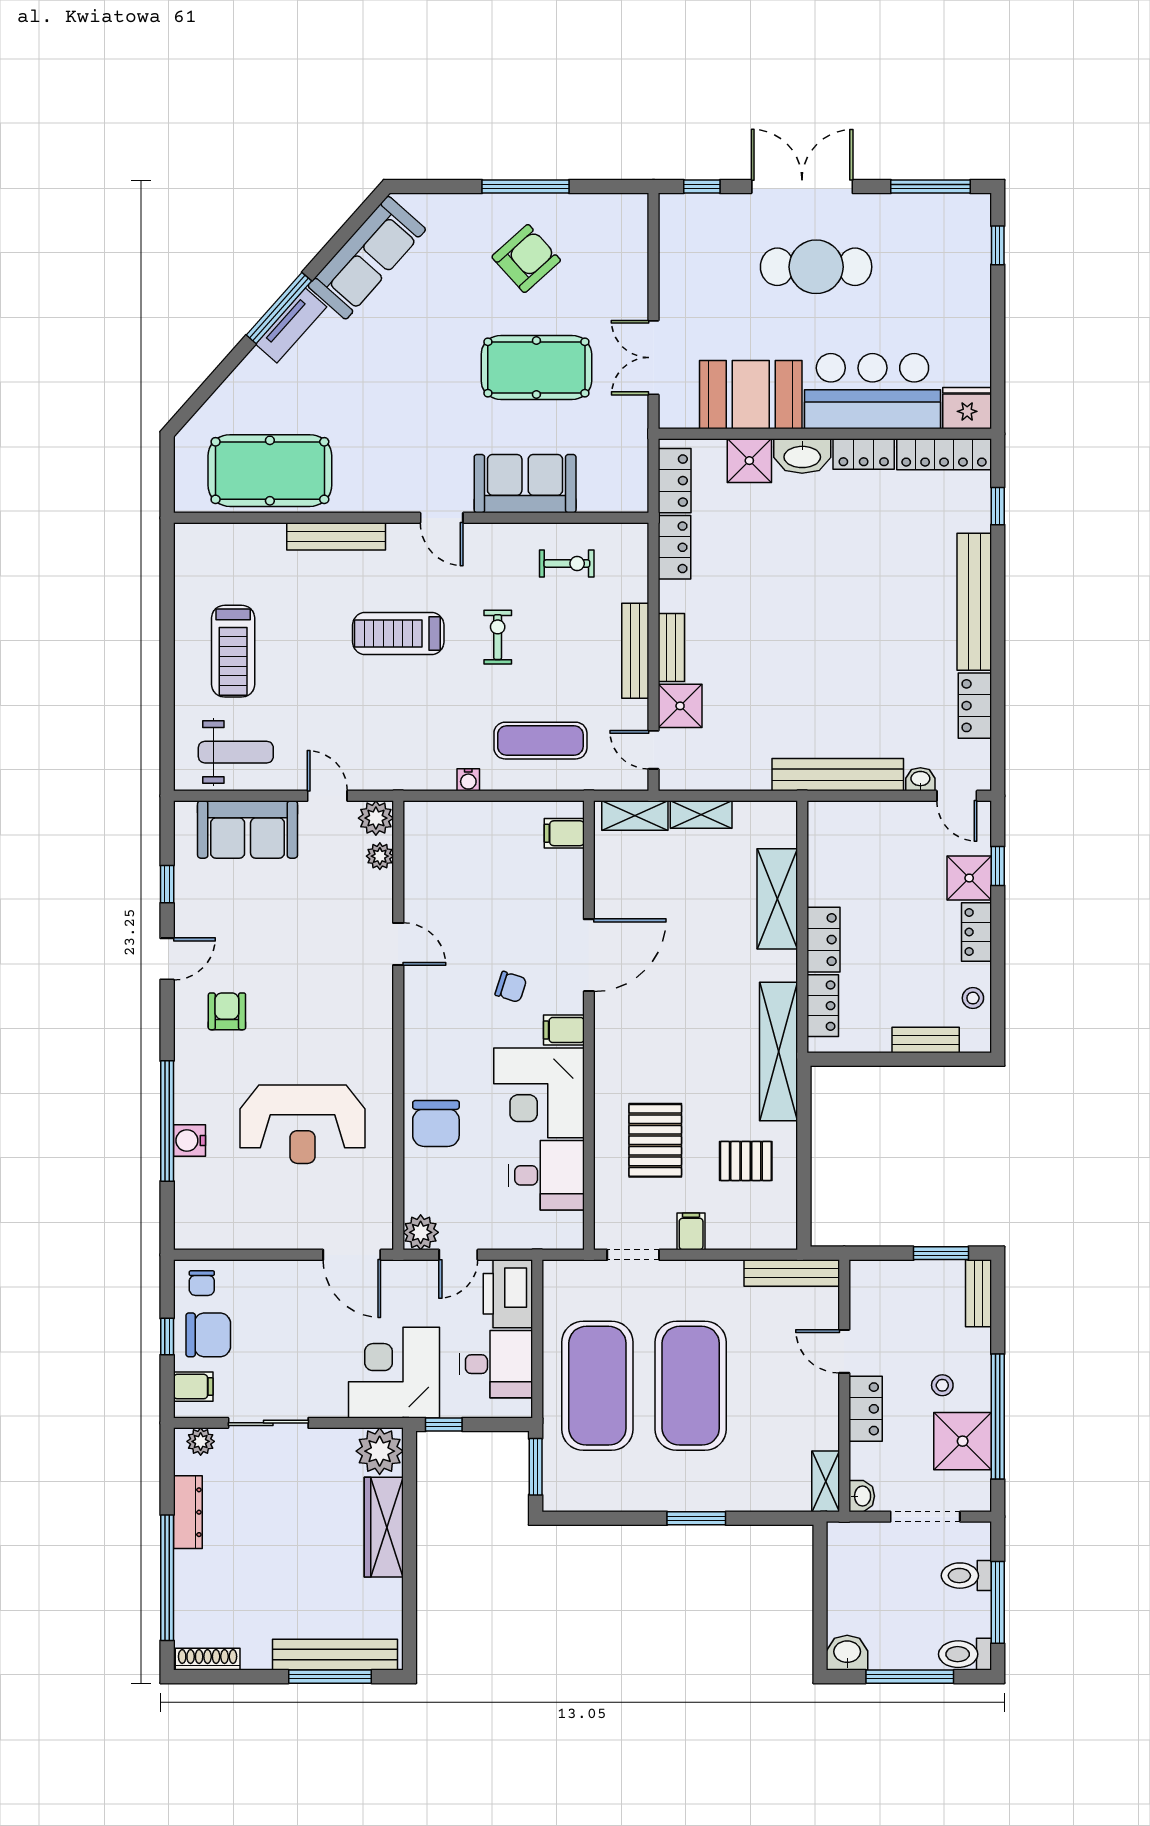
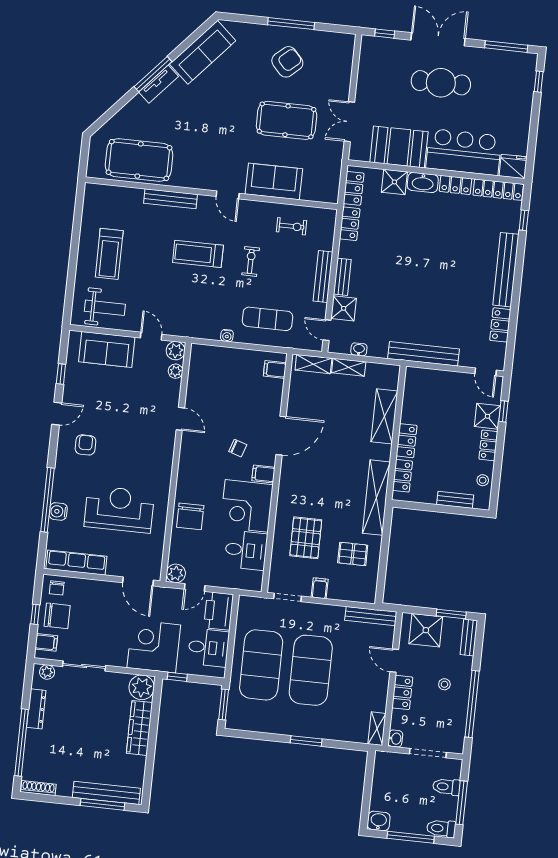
washbasin: (920, 779) -> (359, 349), moved
reception desk: (303, 1124) -> (119, 509), turned 180
row of seats: (234, 1232) -> (76, 563), added
shower: (963, 1441) -> (426, 630), moved

